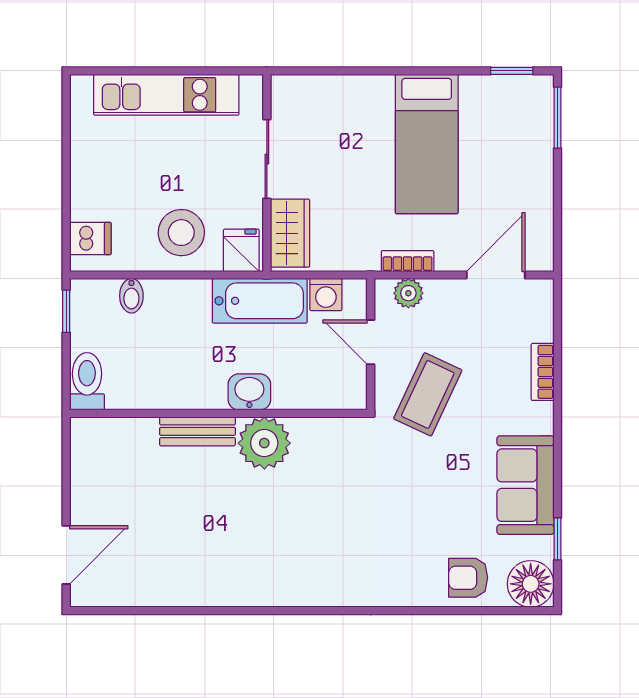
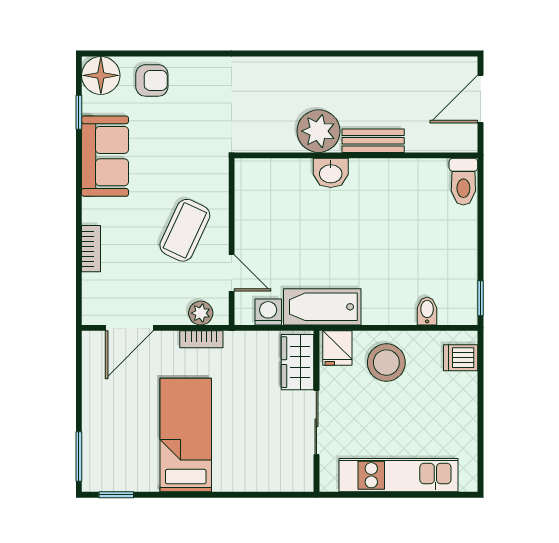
toilet: (87, 381) -> (463, 182), moved
washbasin: (249, 392) -> (331, 173), moved
wall: (218, 413) -> (356, 155), moved
bench: (197, 431) -> (373, 141), moved
plant: (264, 443) -> (319, 131), moved

